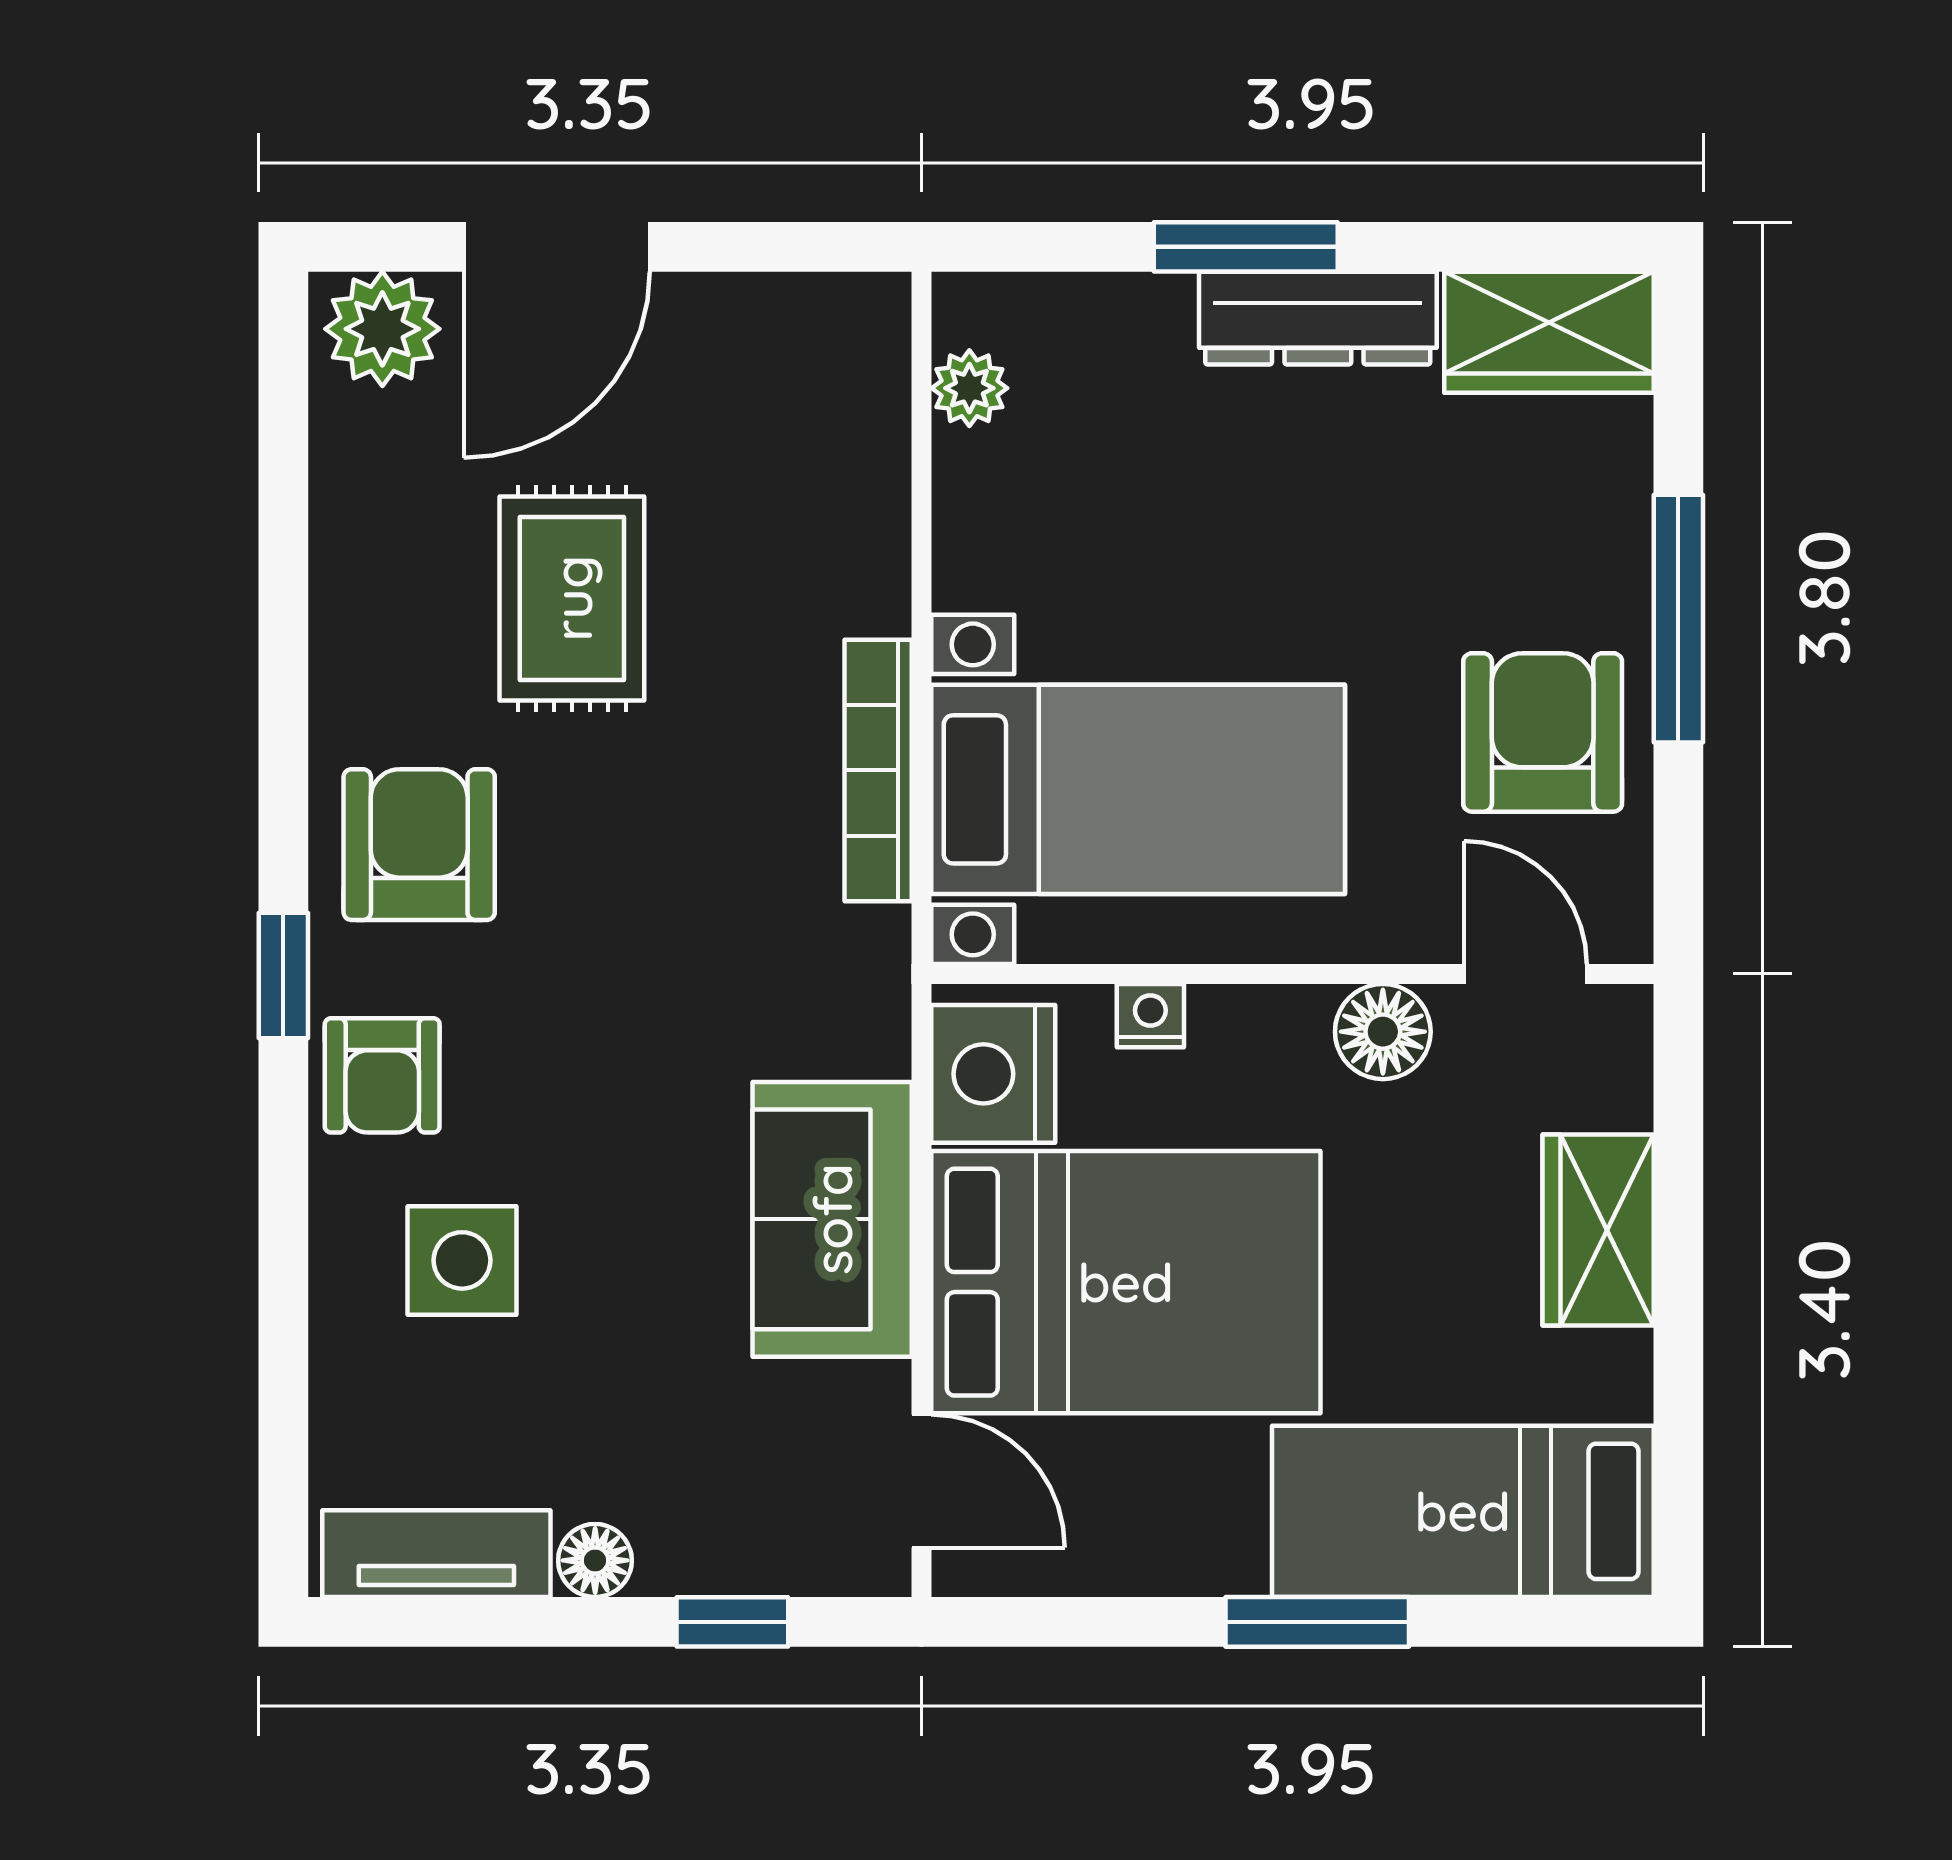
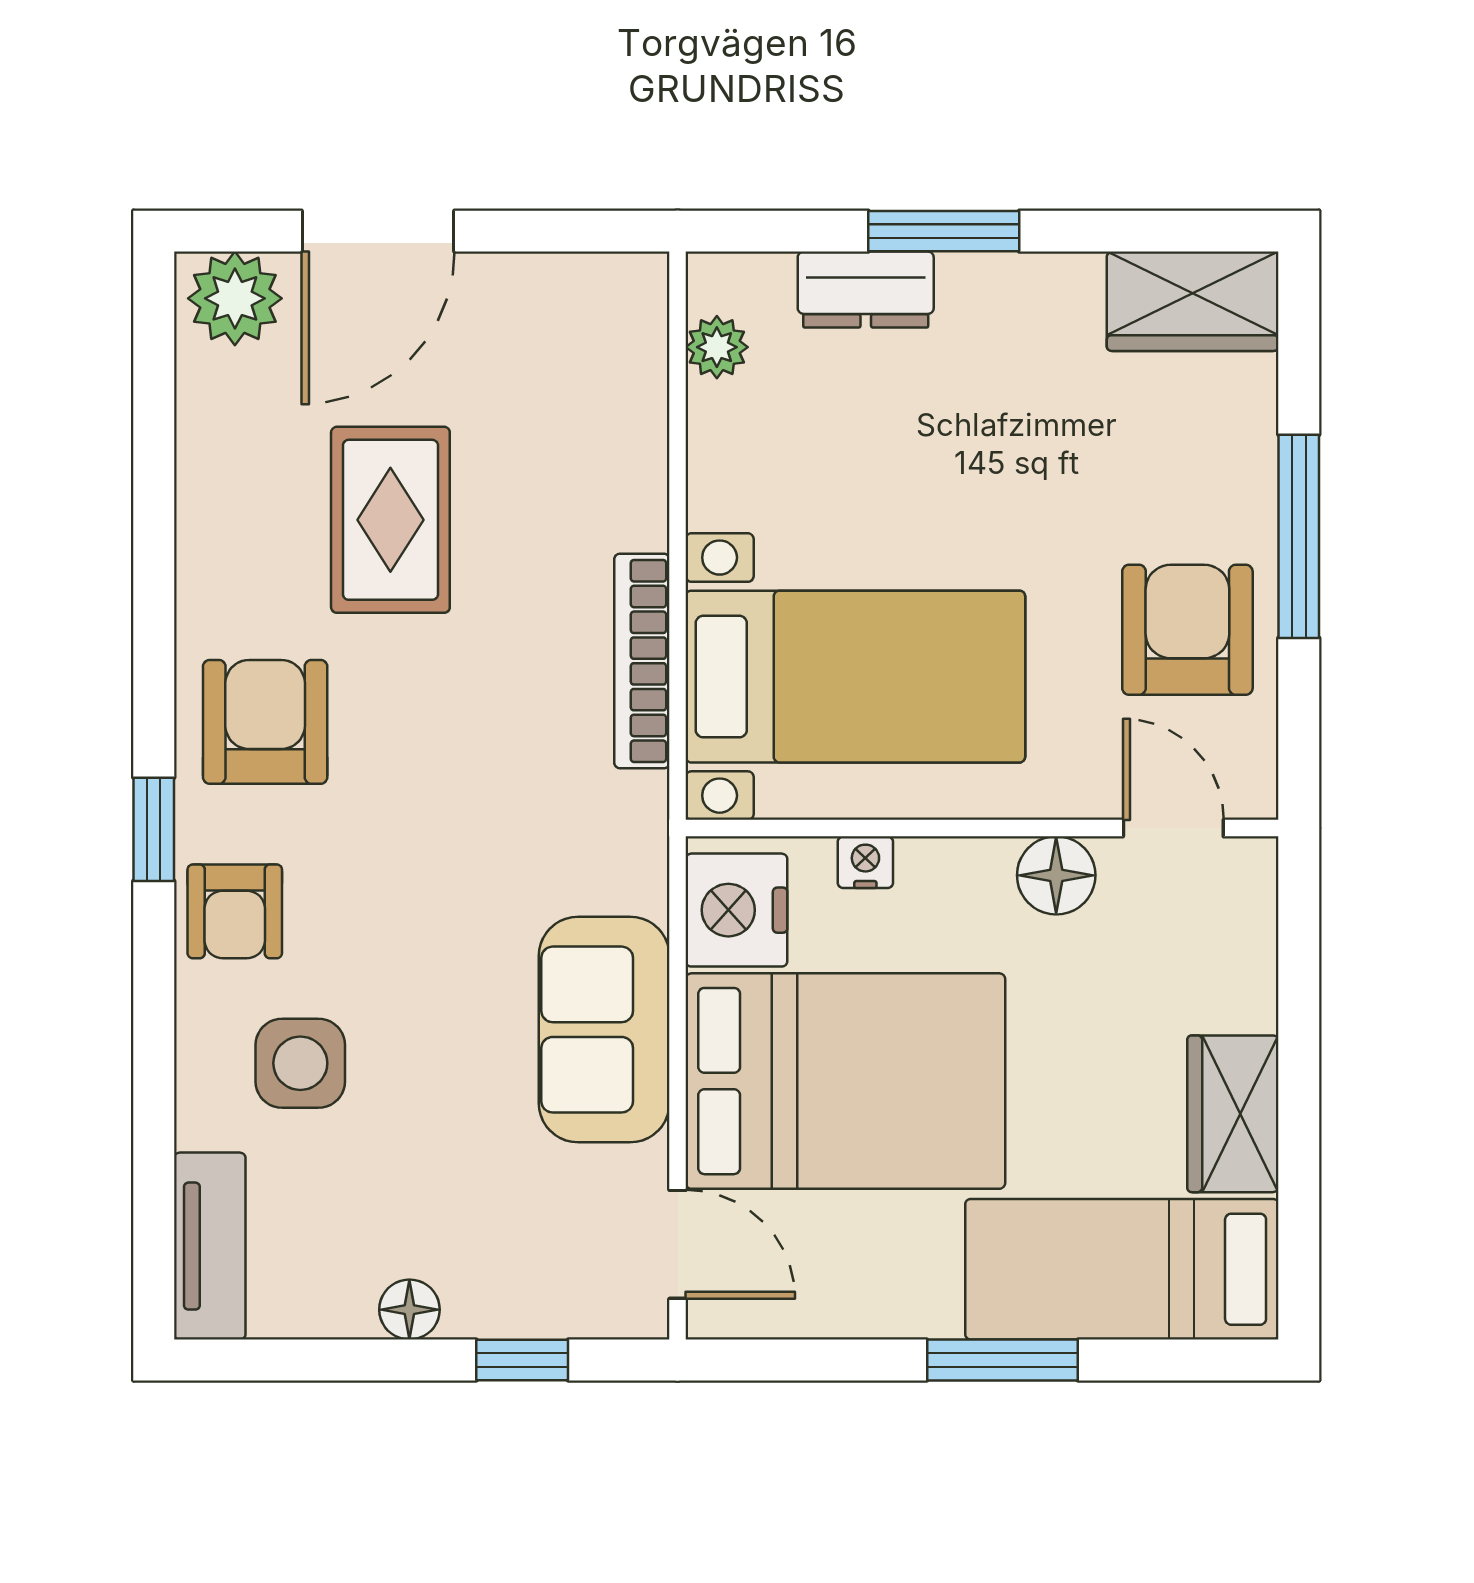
dresser: (1318, 318) -> (866, 290), moved, width x0.70
wardrobe: (1598, 1230) -> (1233, 1114), moved
tv unit: (436, 1554) -> (210, 1246), moved, turned 90

